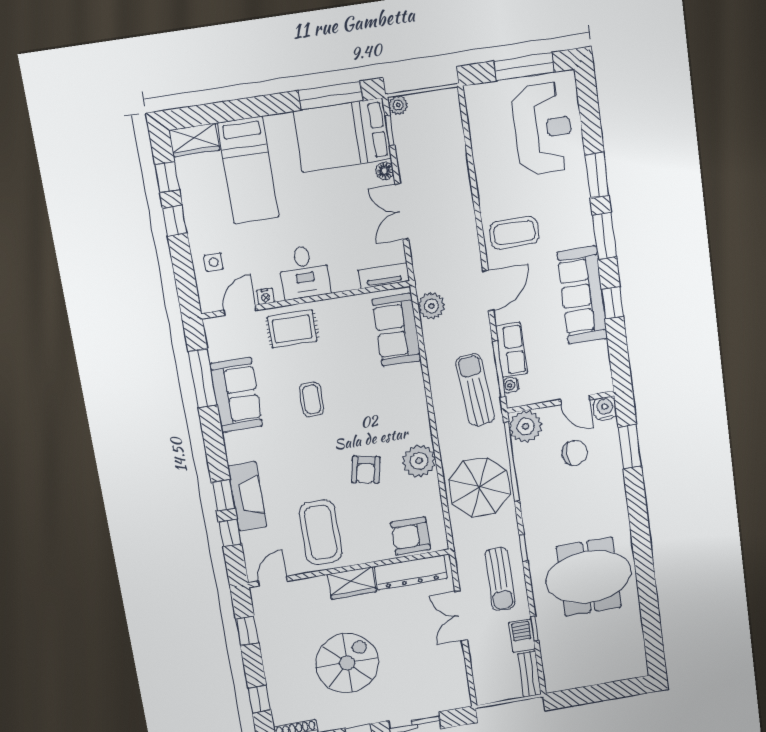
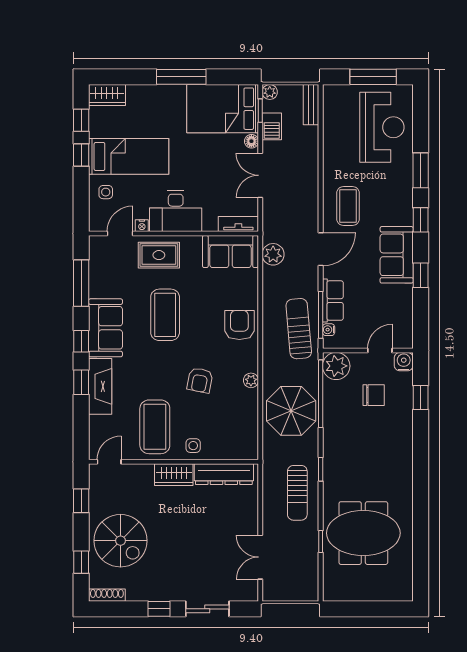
window: (331, 96) -> (181, 77), moved
bed: (248, 170) -> (129, 156), moved, turned -90
coffee table: (514, 233) -> (348, 206), turned 90
window: (604, 236) -> (421, 220), width x0.67
desk: (304, 272) -> (176, 211), width x1.37
sofa: (582, 295) -> (397, 255), width x0.73
sofa: (397, 330) -> (230, 252), moved, turned -90
sofa: (236, 395) -> (105, 328), moved
coffee table: (312, 399) -> (165, 315), width x1.86, depth x1.72
door: (575, 400) -> (380, 350), swing flipped
window: (630, 447) -> (421, 397), width x0.67
plant: (419, 461) -> (251, 380), width x0.53, depth x0.53
window: (230, 533) -> (81, 341), moved
armchair: (411, 536) -> (239, 325), moved, turned 90
side table: (370, 546) -> (193, 446), added
meeting table: (589, 577) -> (363, 533), moved
double door: (461, 616) -> (260, 557), moved
barbecue: (522, 636) -> (272, 126), moved, turned 180
spiral stairs: (347, 663) -> (121, 541), moved, turned 90
bench: (530, 674) -> (311, 105), moved

